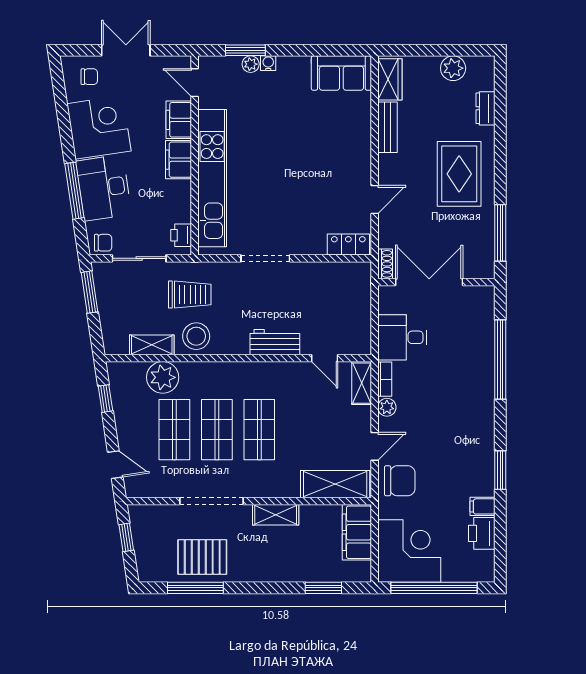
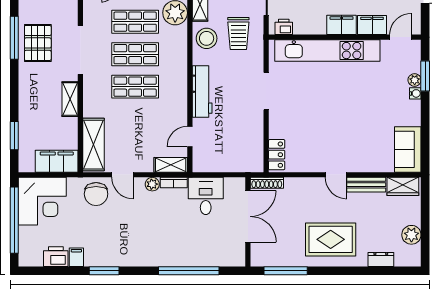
door: (375, 200) -> (336, 175), moved
shoe rack: (385, 264) -> (267, 183), width x1.43
workbench: (275, 342) -> (202, 91), width x1.38

